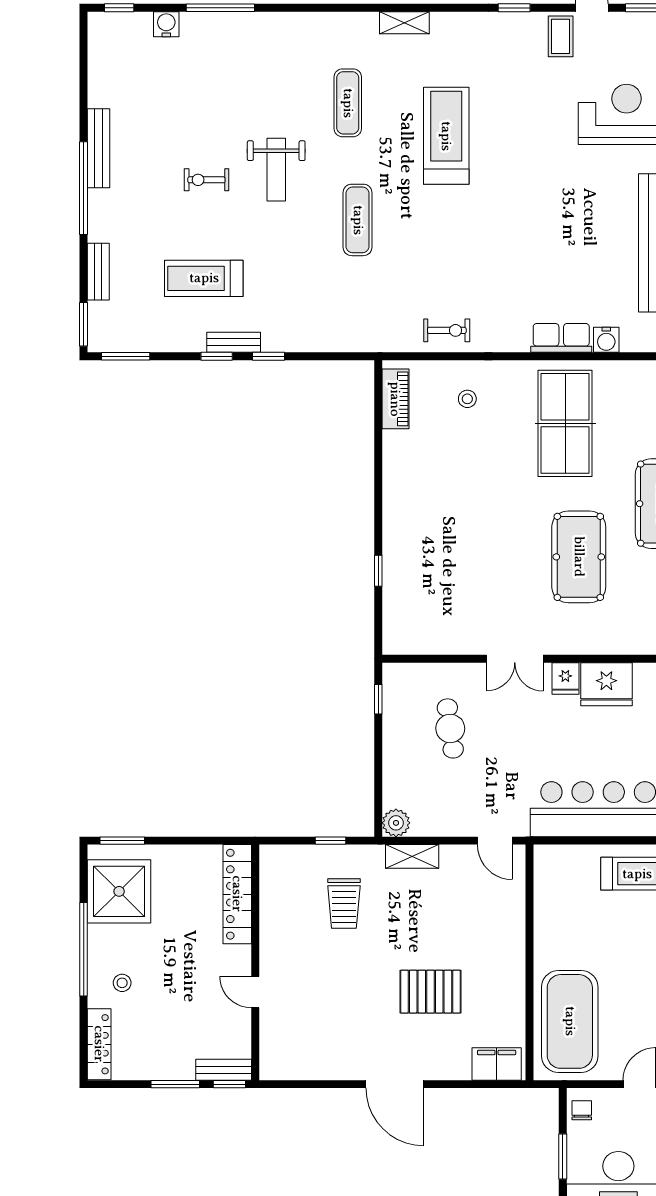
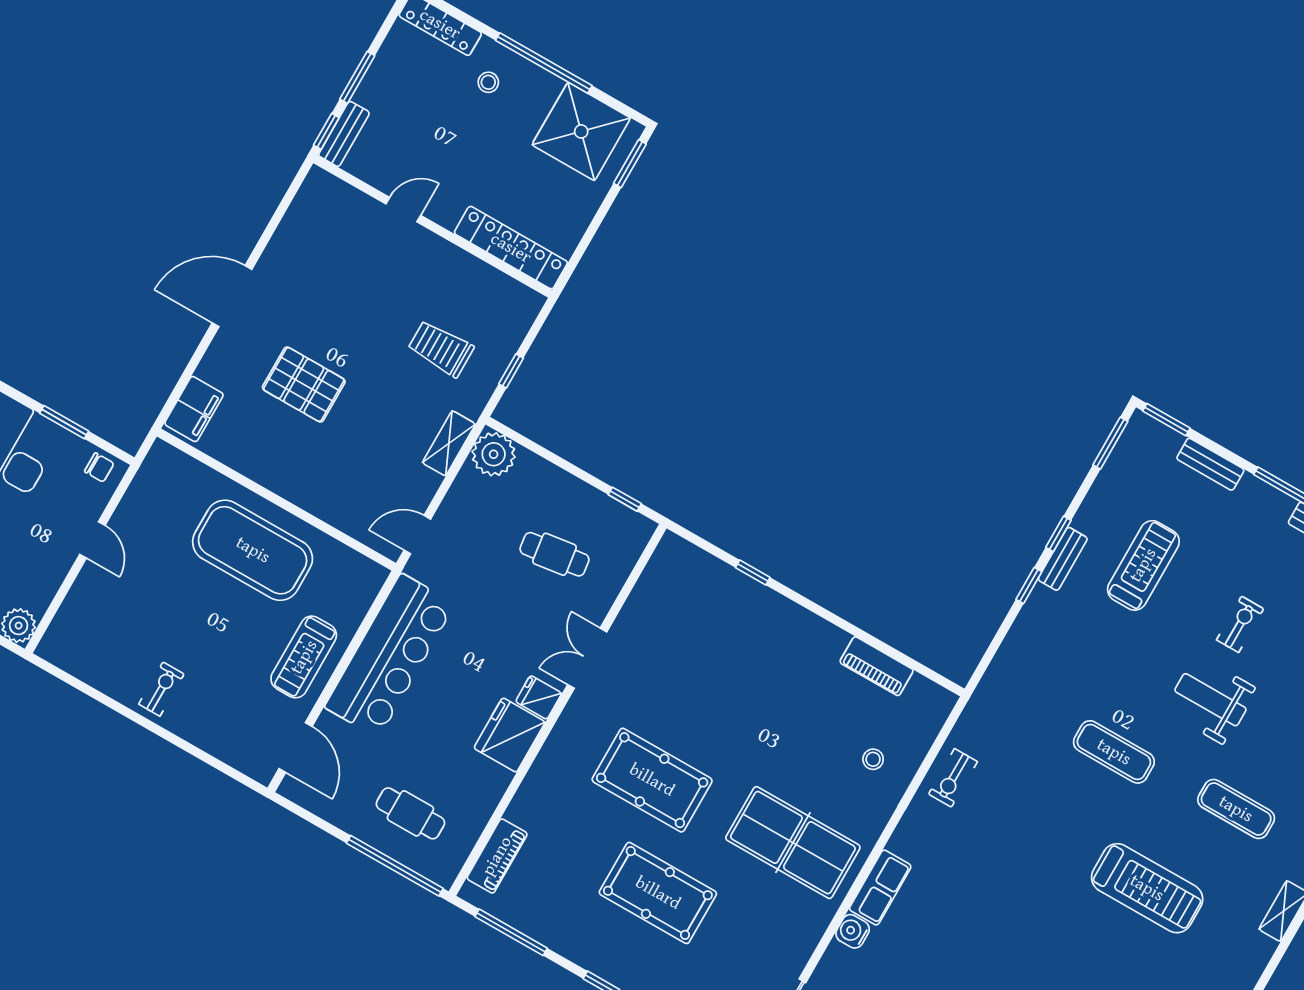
piano: (395, 399) -> (877, 666), moved
plant: (396, 823) -> (494, 454), width x1.36, depth x1.36
pallet: (431, 992) -> (304, 384), turned 90
exercise mat: (570, 1021) -> (253, 550), moved

